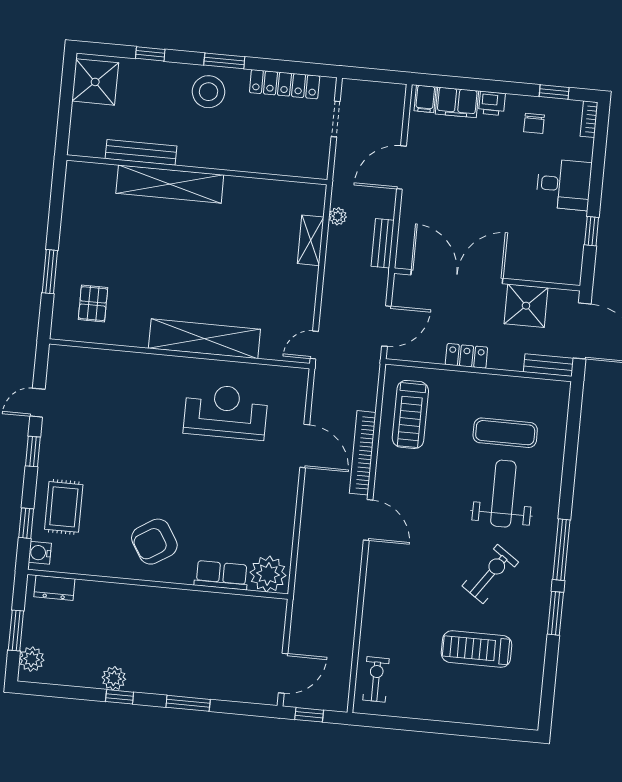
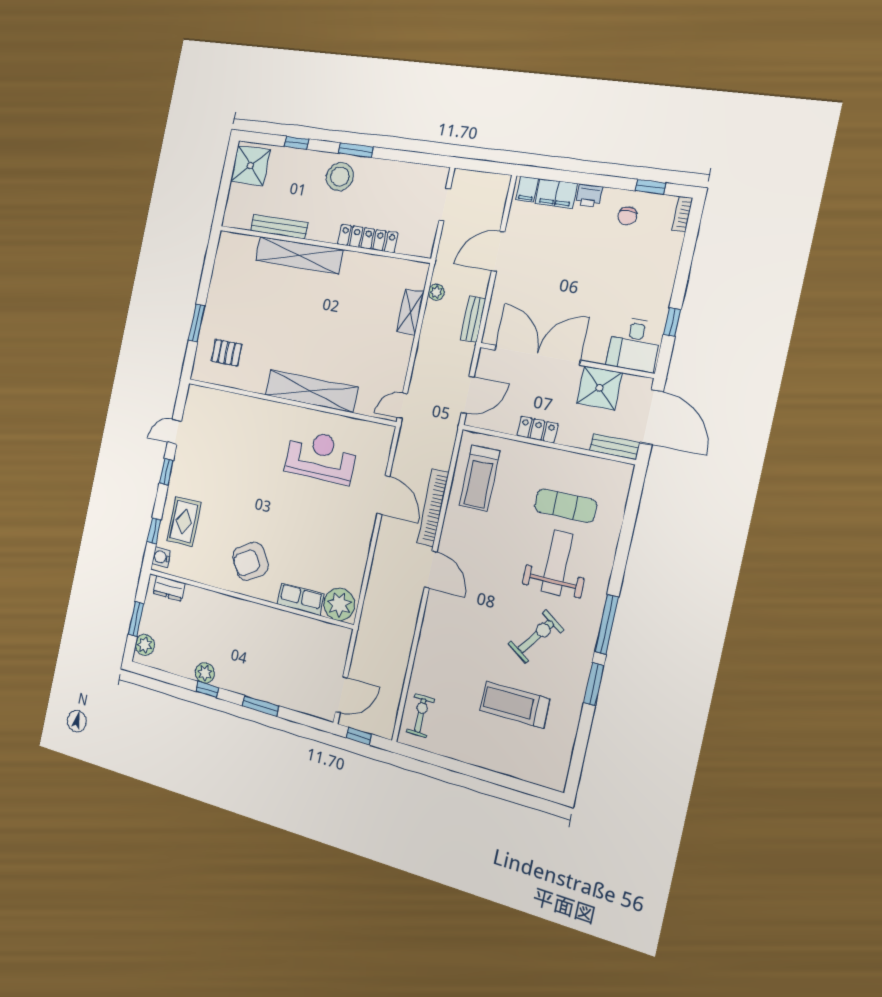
locker: (285, 84) -> (368, 238), moved, turned 180
desk: (564, 184) -> (634, 344), moved, turned 90
pallet: (93, 304) -> (226, 353), turned 90

